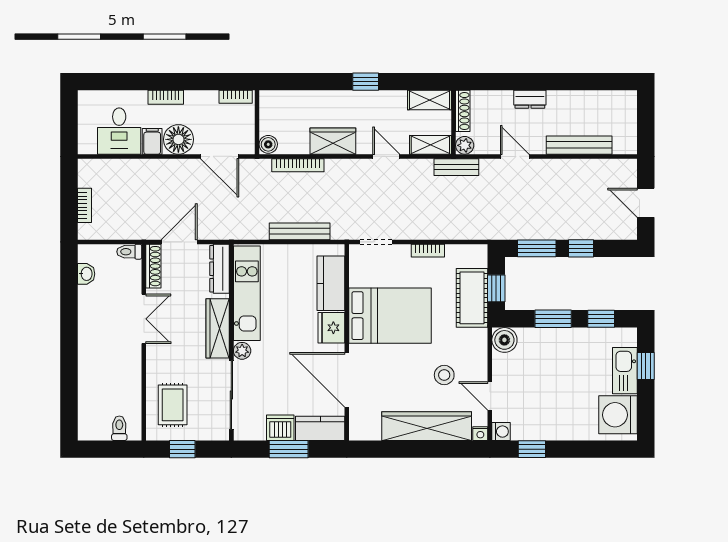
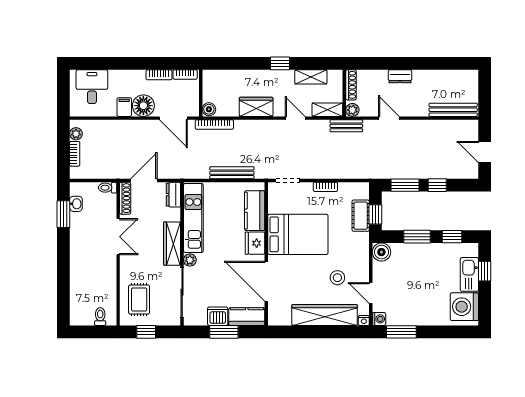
bookcase: (166, 97) -> (159, 75), moved
shelving: (429, 100) -> (311, 77), moved
desk: (119, 131) -> (92, 87), moved, turned 180
bench: (579, 145) -> (453, 110), moved
bookcase: (298, 165) -> (214, 125), moved
plant: (86, 178) -> (76, 134), added
dresser: (220, 269) -> (173, 195), width x0.70
window: (69, 288) -> (63, 214), added
cot: (472, 298) -> (361, 216), width x0.73, depth x0.75
window: (532, 449) -> (401, 332), width x1.50

